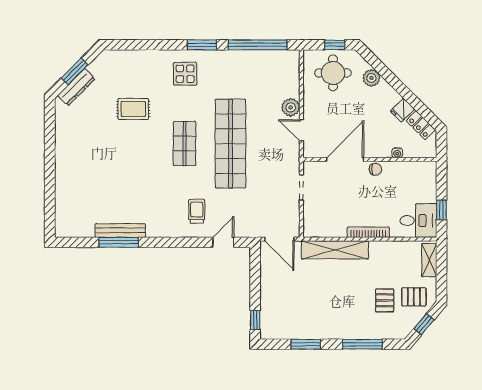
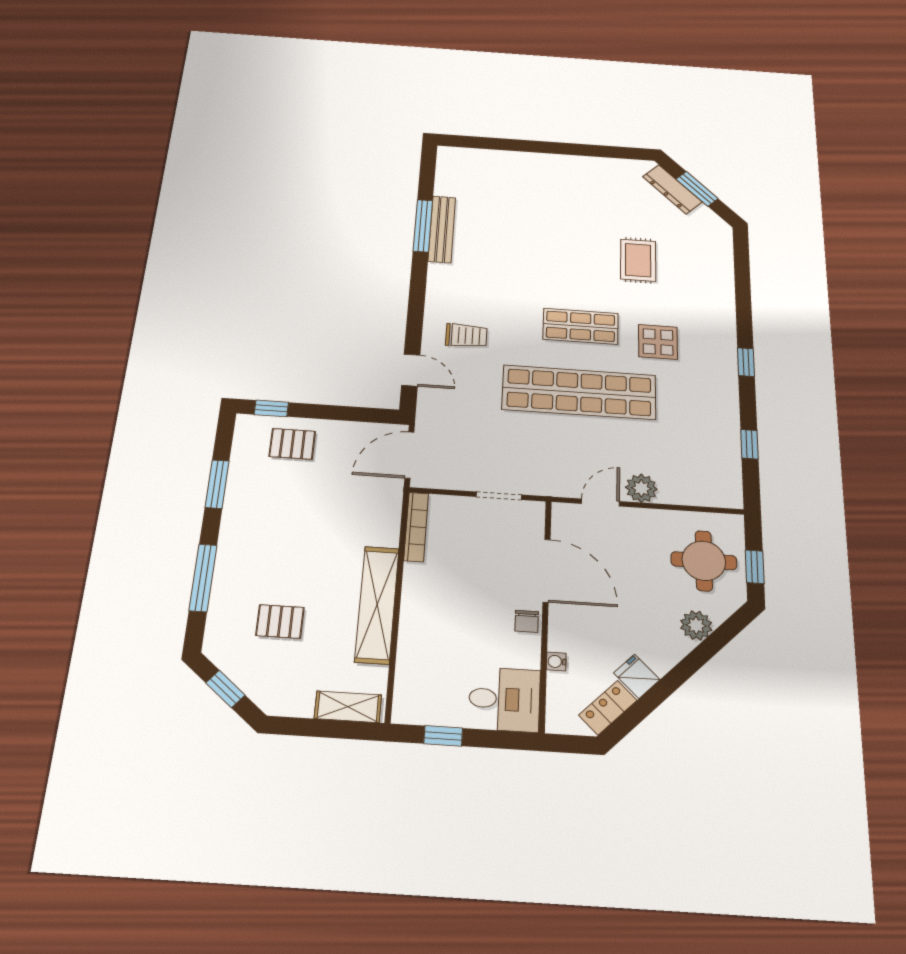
window: (202, 45) -> (746, 362), width x0.67
window: (258, 45) -> (749, 444), width x0.32
display table: (185, 74) -> (658, 342), moved
desk: (418, 221) -> (504, 699), moved, turned -90
bookcase: (368, 232) -> (416, 527), moved
shelving: (335, 250) -> (377, 605), moved
pallet: (414, 297) -> (292, 444), moved, turned 90

